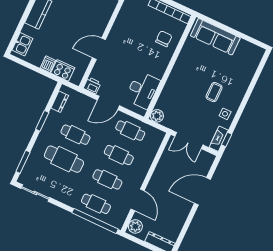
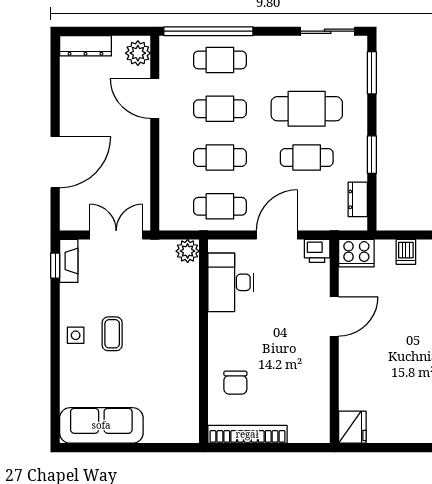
sofa: (215, 37) -> (101, 425), moved
cooker: (63, 70) -> (356, 253), moved
side table: (225, 114) -> (76, 335), moved

